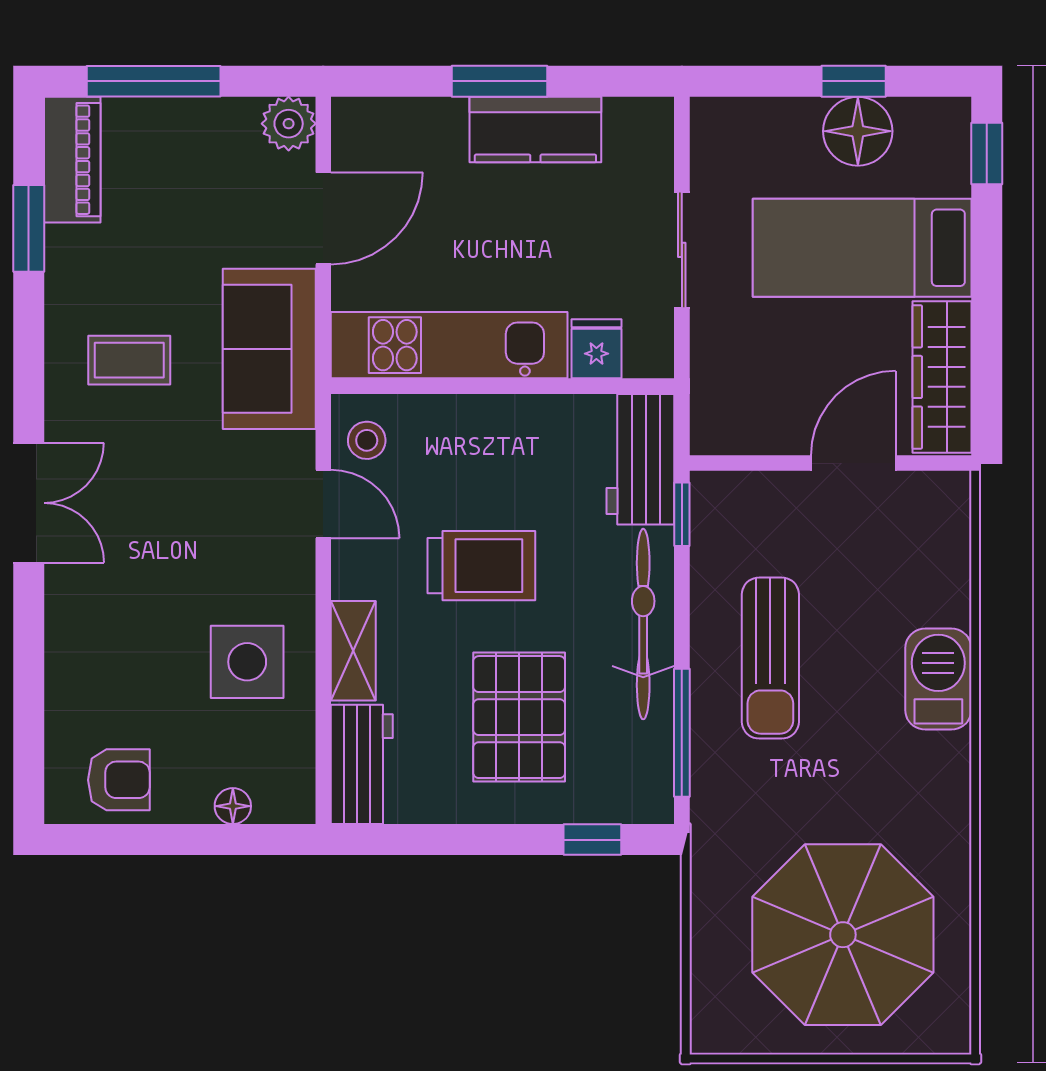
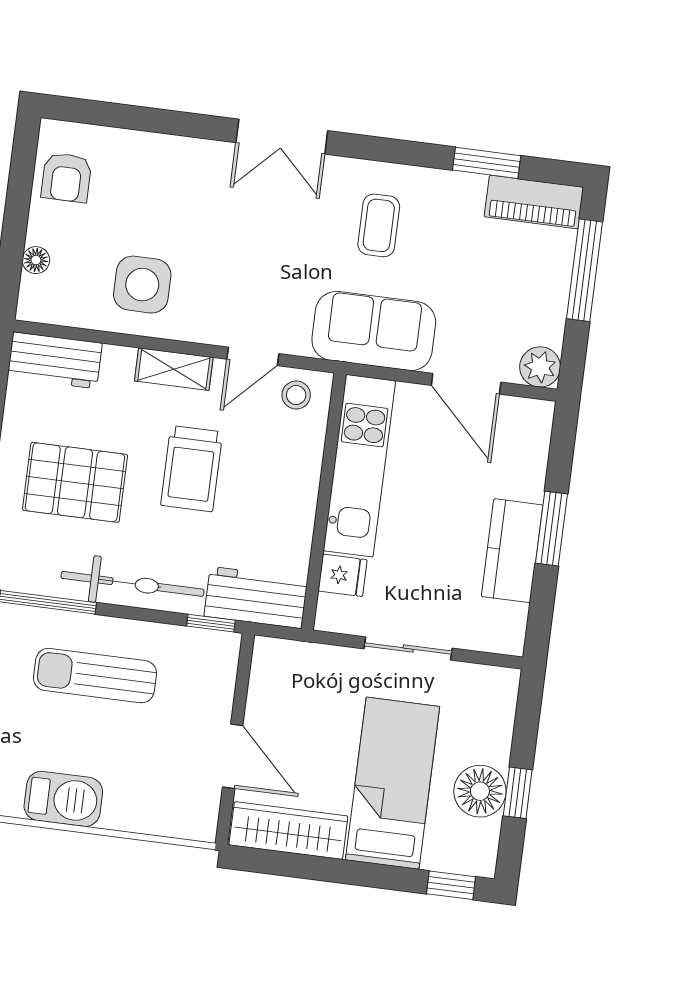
shelving: (353, 651) -> (174, 369), moved

